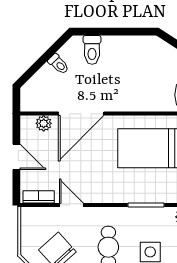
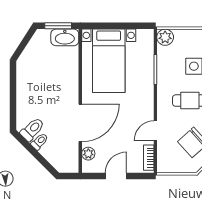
toilet: (92, 50) -> (32, 129), moved, turned -45
door: (81, 114) -> (80, 123), hinge flipped

